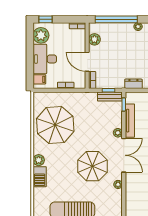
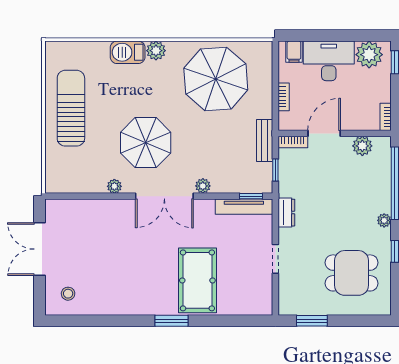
bench: (110, 97) -> (265, 141), moved
tv unit: (130, 121) -> (244, 207), moved

